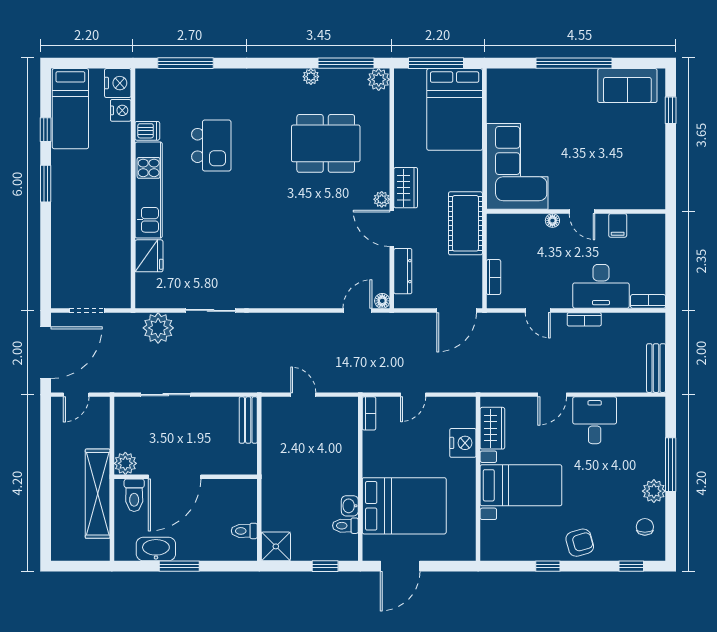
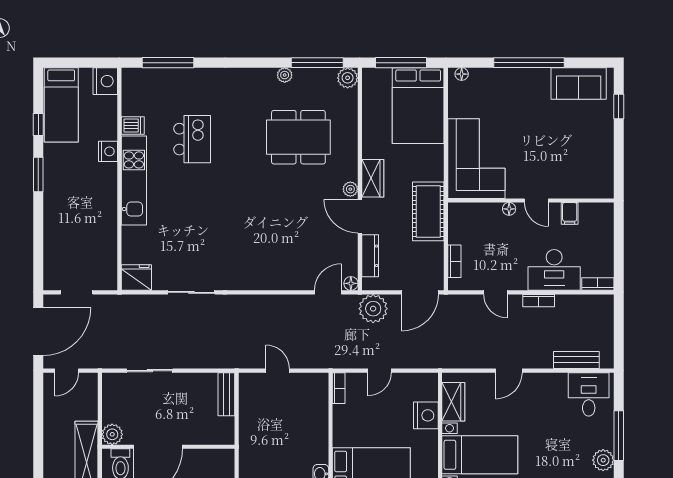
floor lamp: (501, 75) -> (462, 74), added
nightstand: (121, 110) -> (108, 151), moved
fridge: (149, 256) -> (136, 277), moved, turned -90
plant: (158, 328) -> (373, 309), moved
bench: (656, 368) -> (576, 360), moved, turned 90
desk: (595, 420) -> (589, 394), moved

